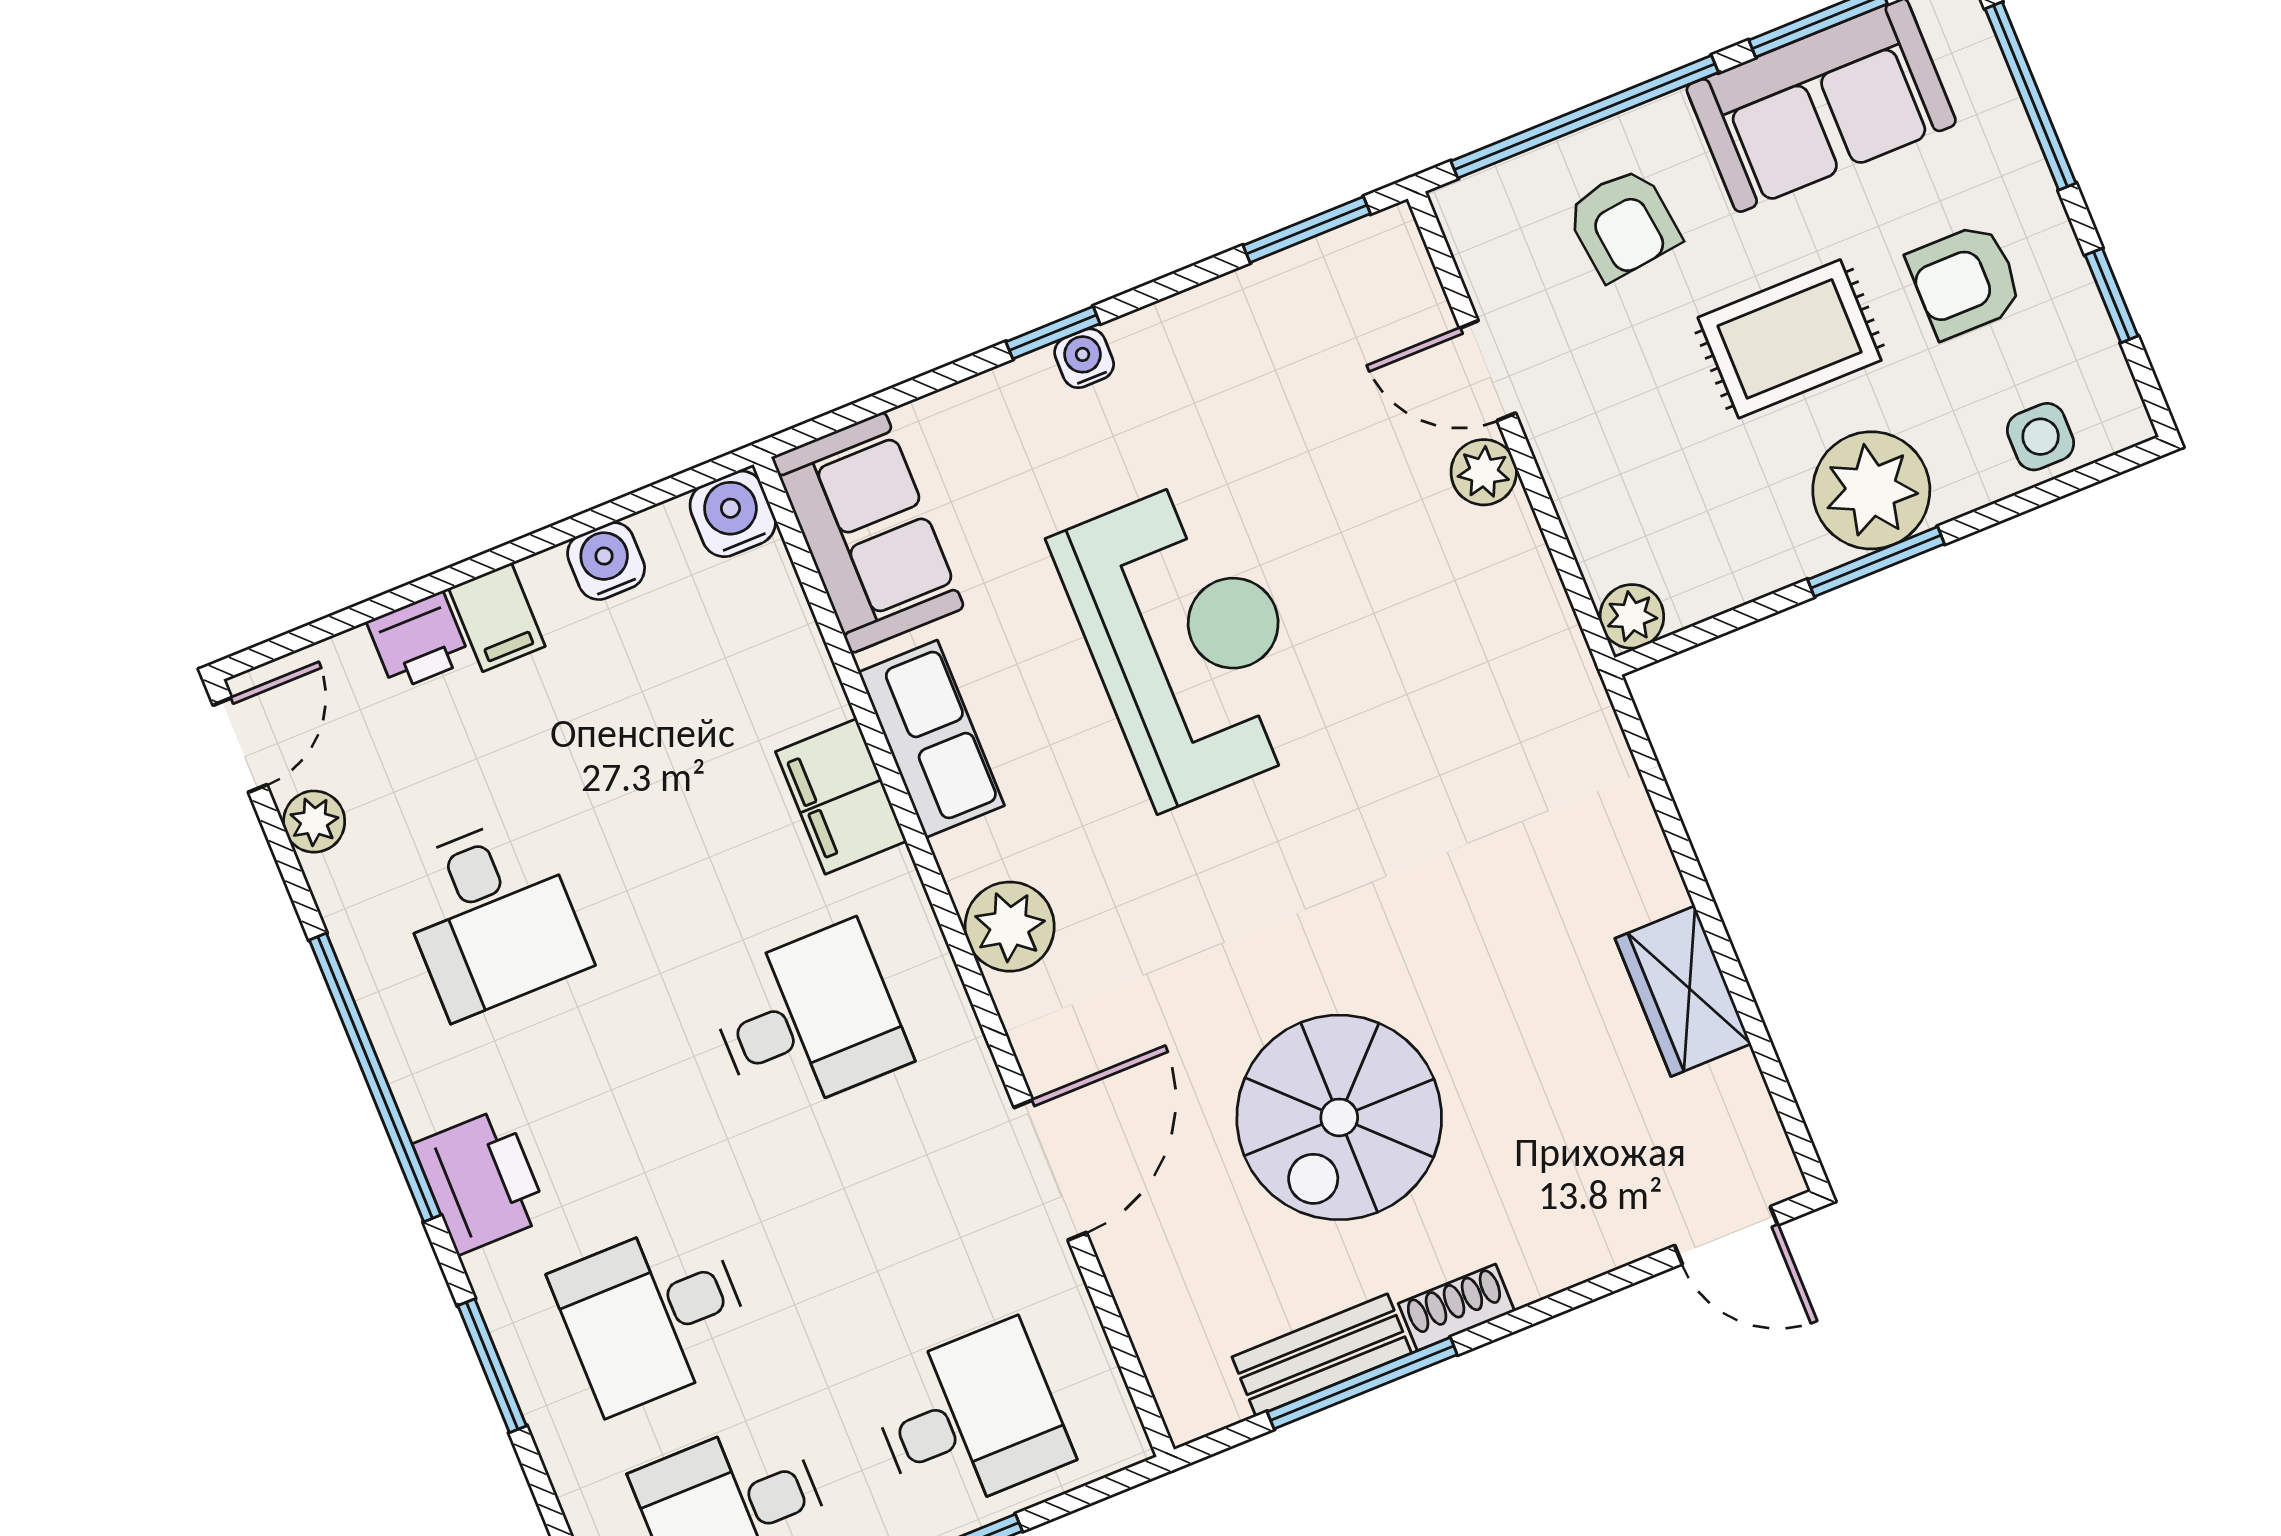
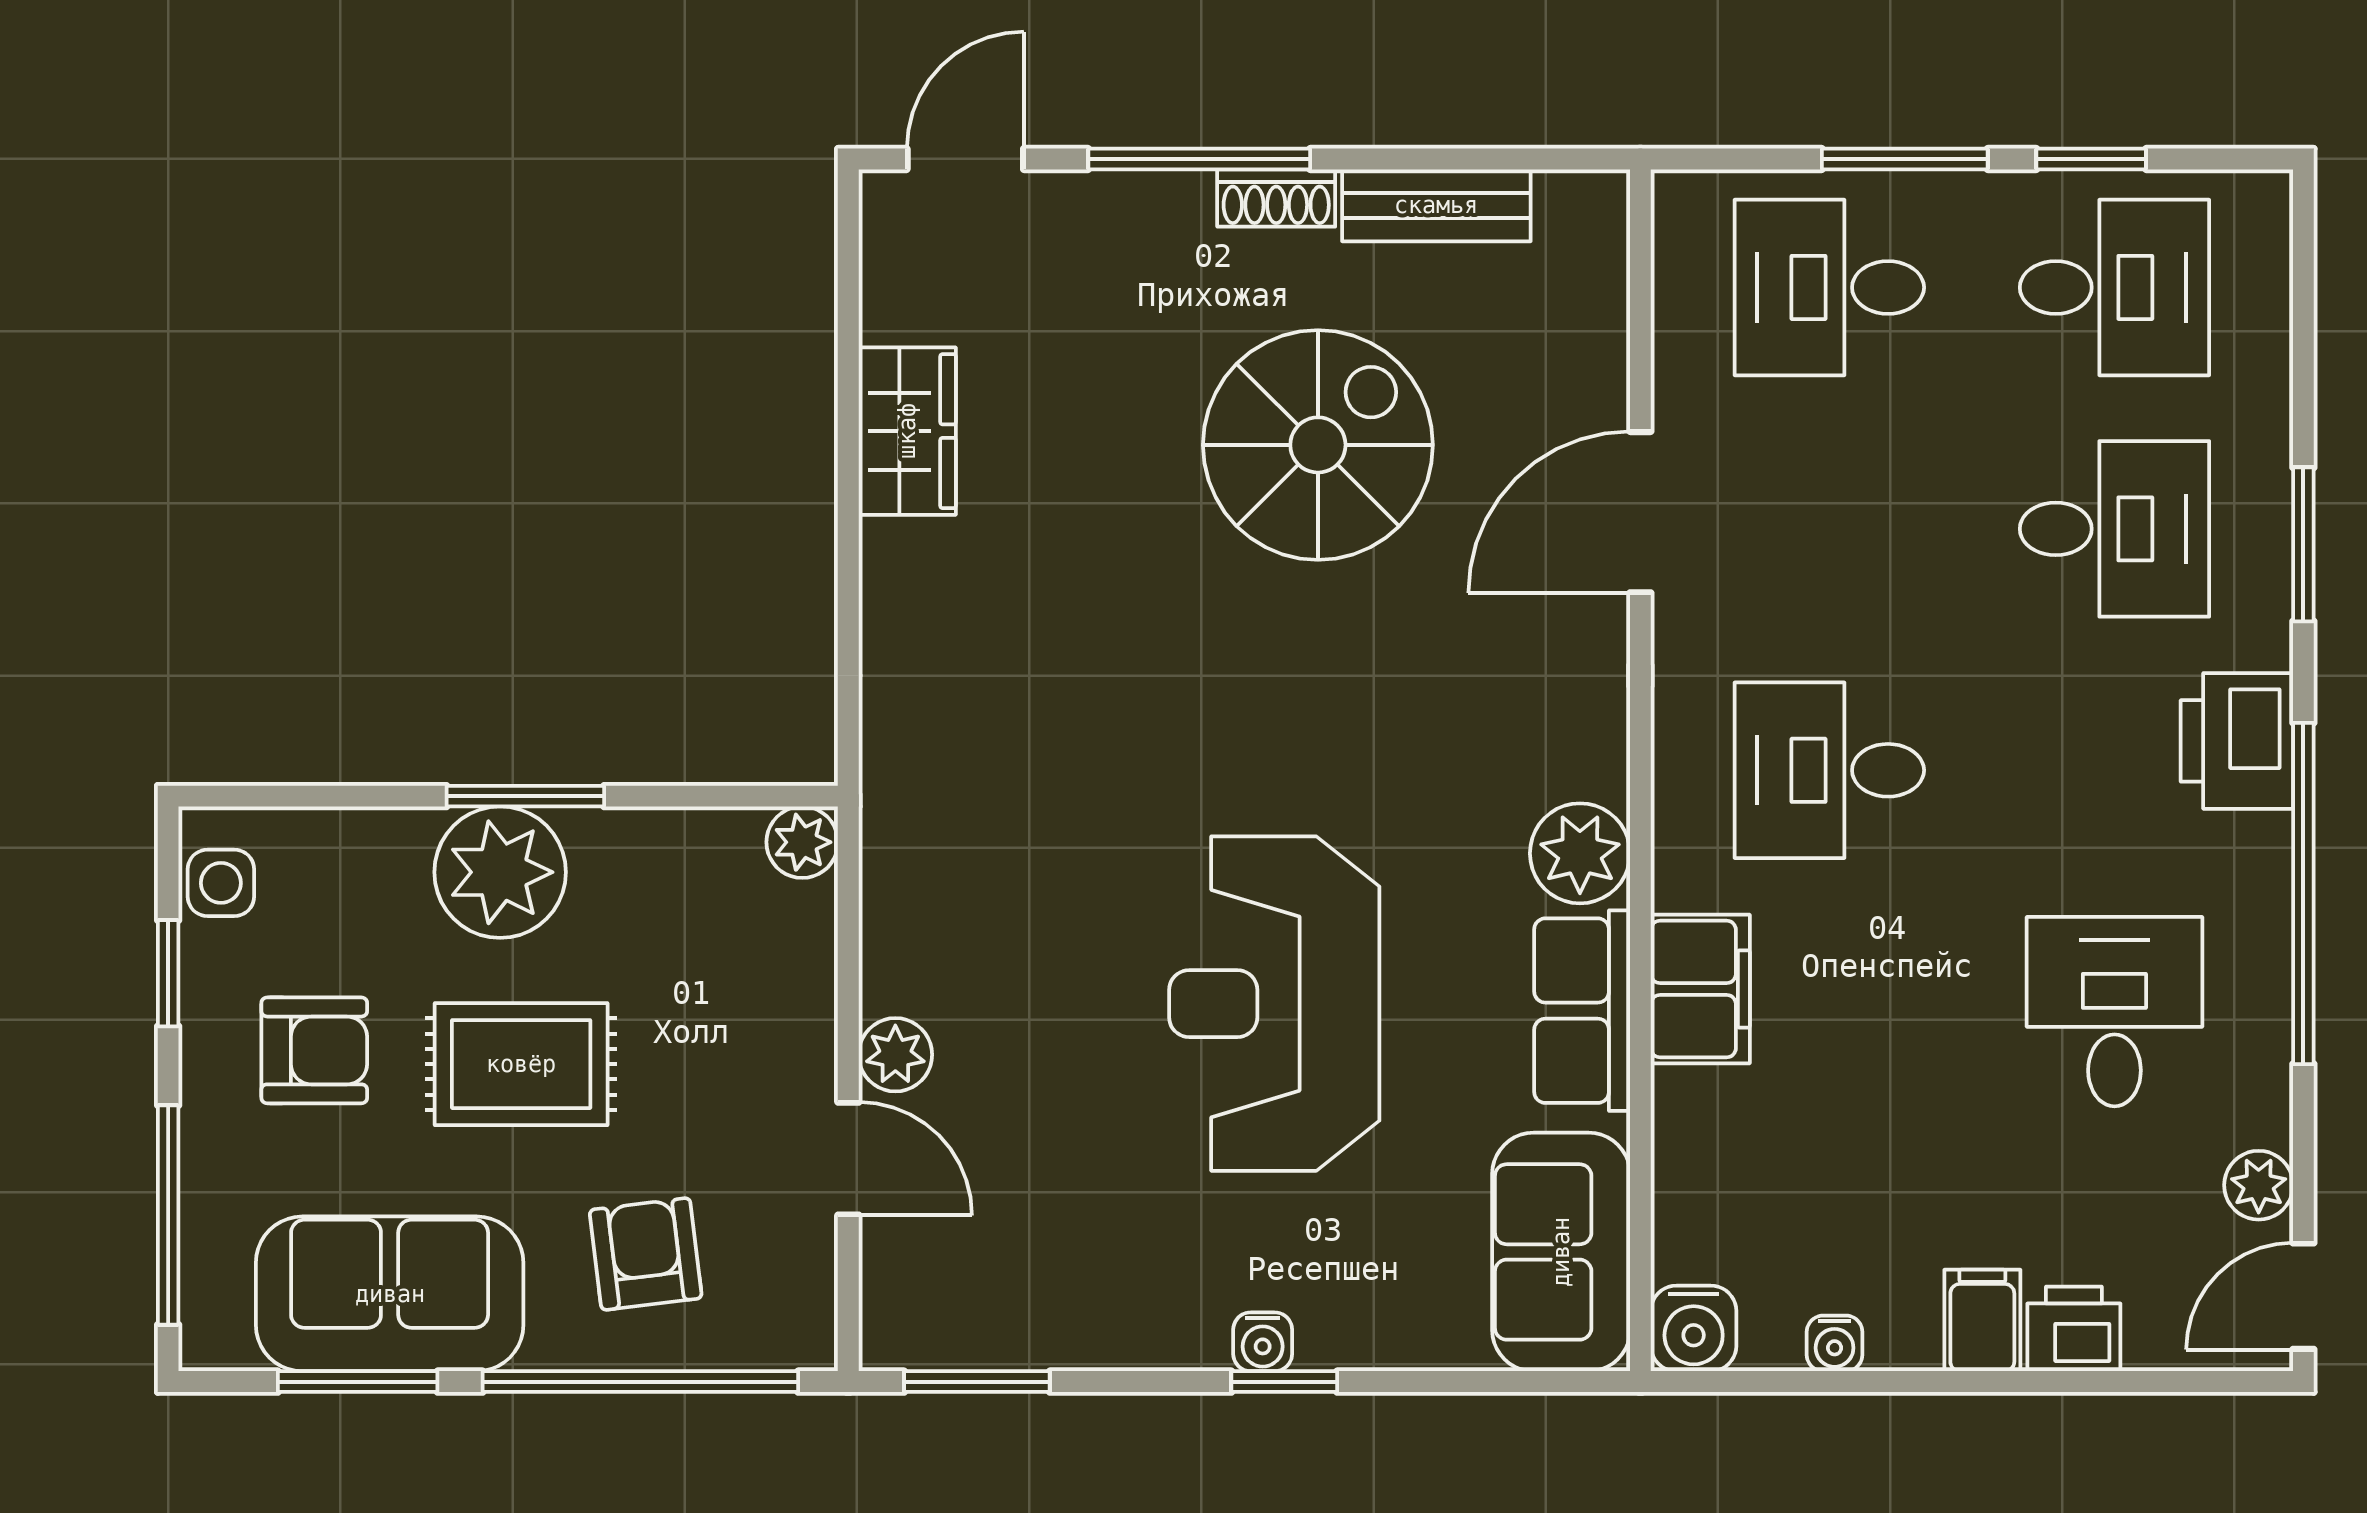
side table: (2041, 437) -> (221, 883), moved
water cooler: (606, 561) -> (1835, 1343), width x0.72, depth x0.72
plant: (1010, 927) -> (1580, 853), moved
door: (1726, 1235) -> (965, 159), hinge flipped
window: (1362, 1383) -> (1199, 159), moved

